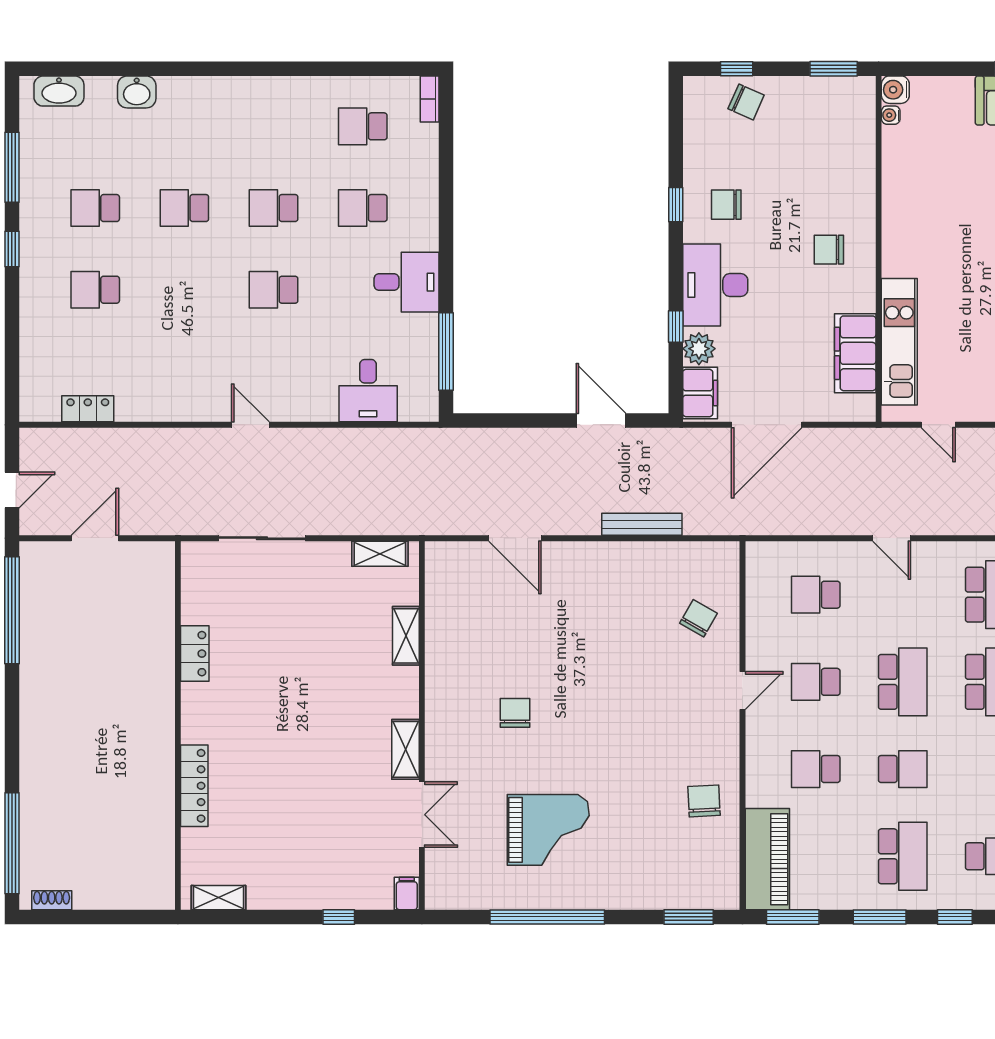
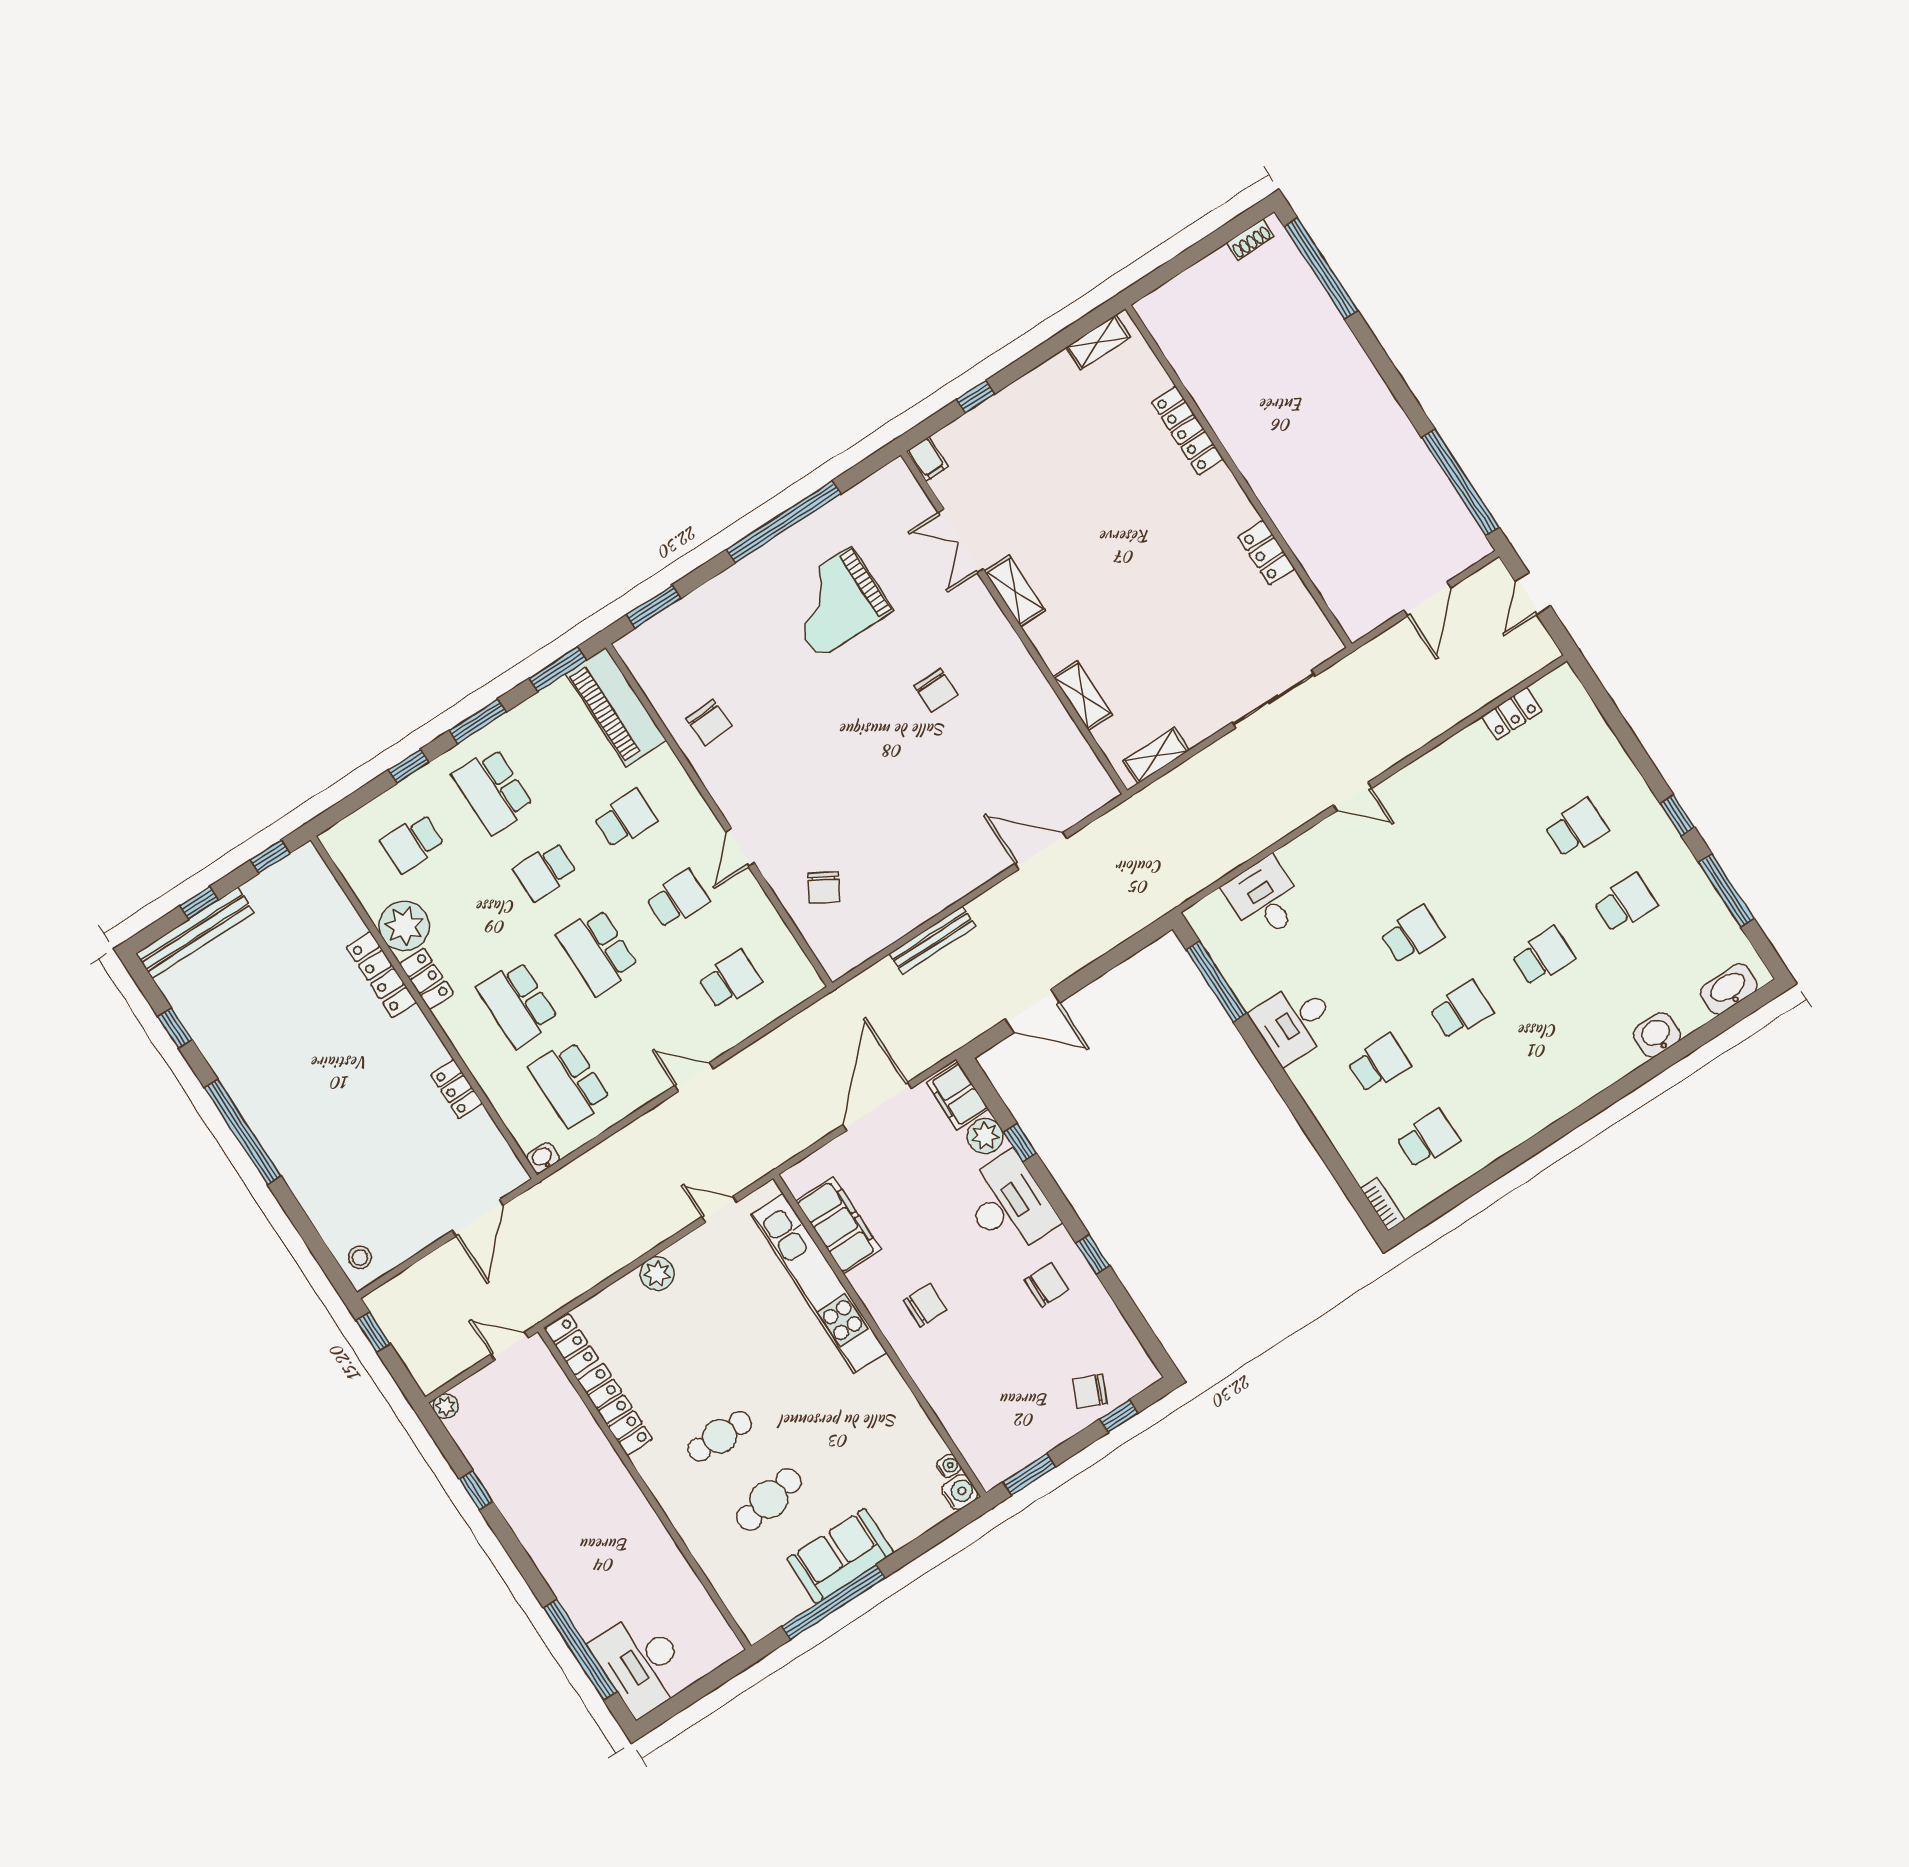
kitchen unit: (899, 342) -> (819, 1284), width x1.36

